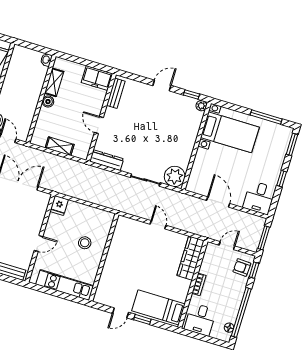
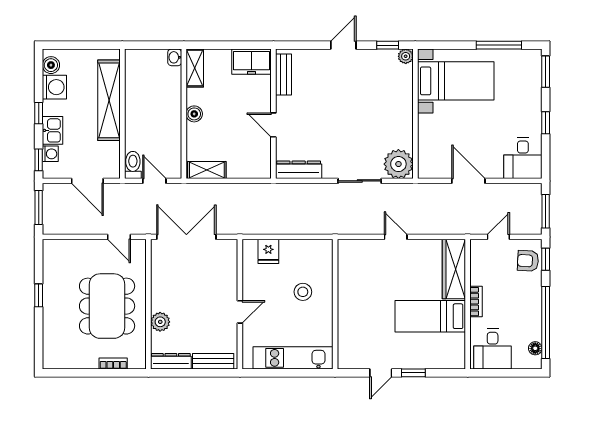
shelving: (54, 82) -> (195, 68), moved
shelving: (60, 146) -> (207, 170), moved
fridge: (59, 205) -> (268, 251), moved
bed: (158, 307) -> (430, 316), moved

